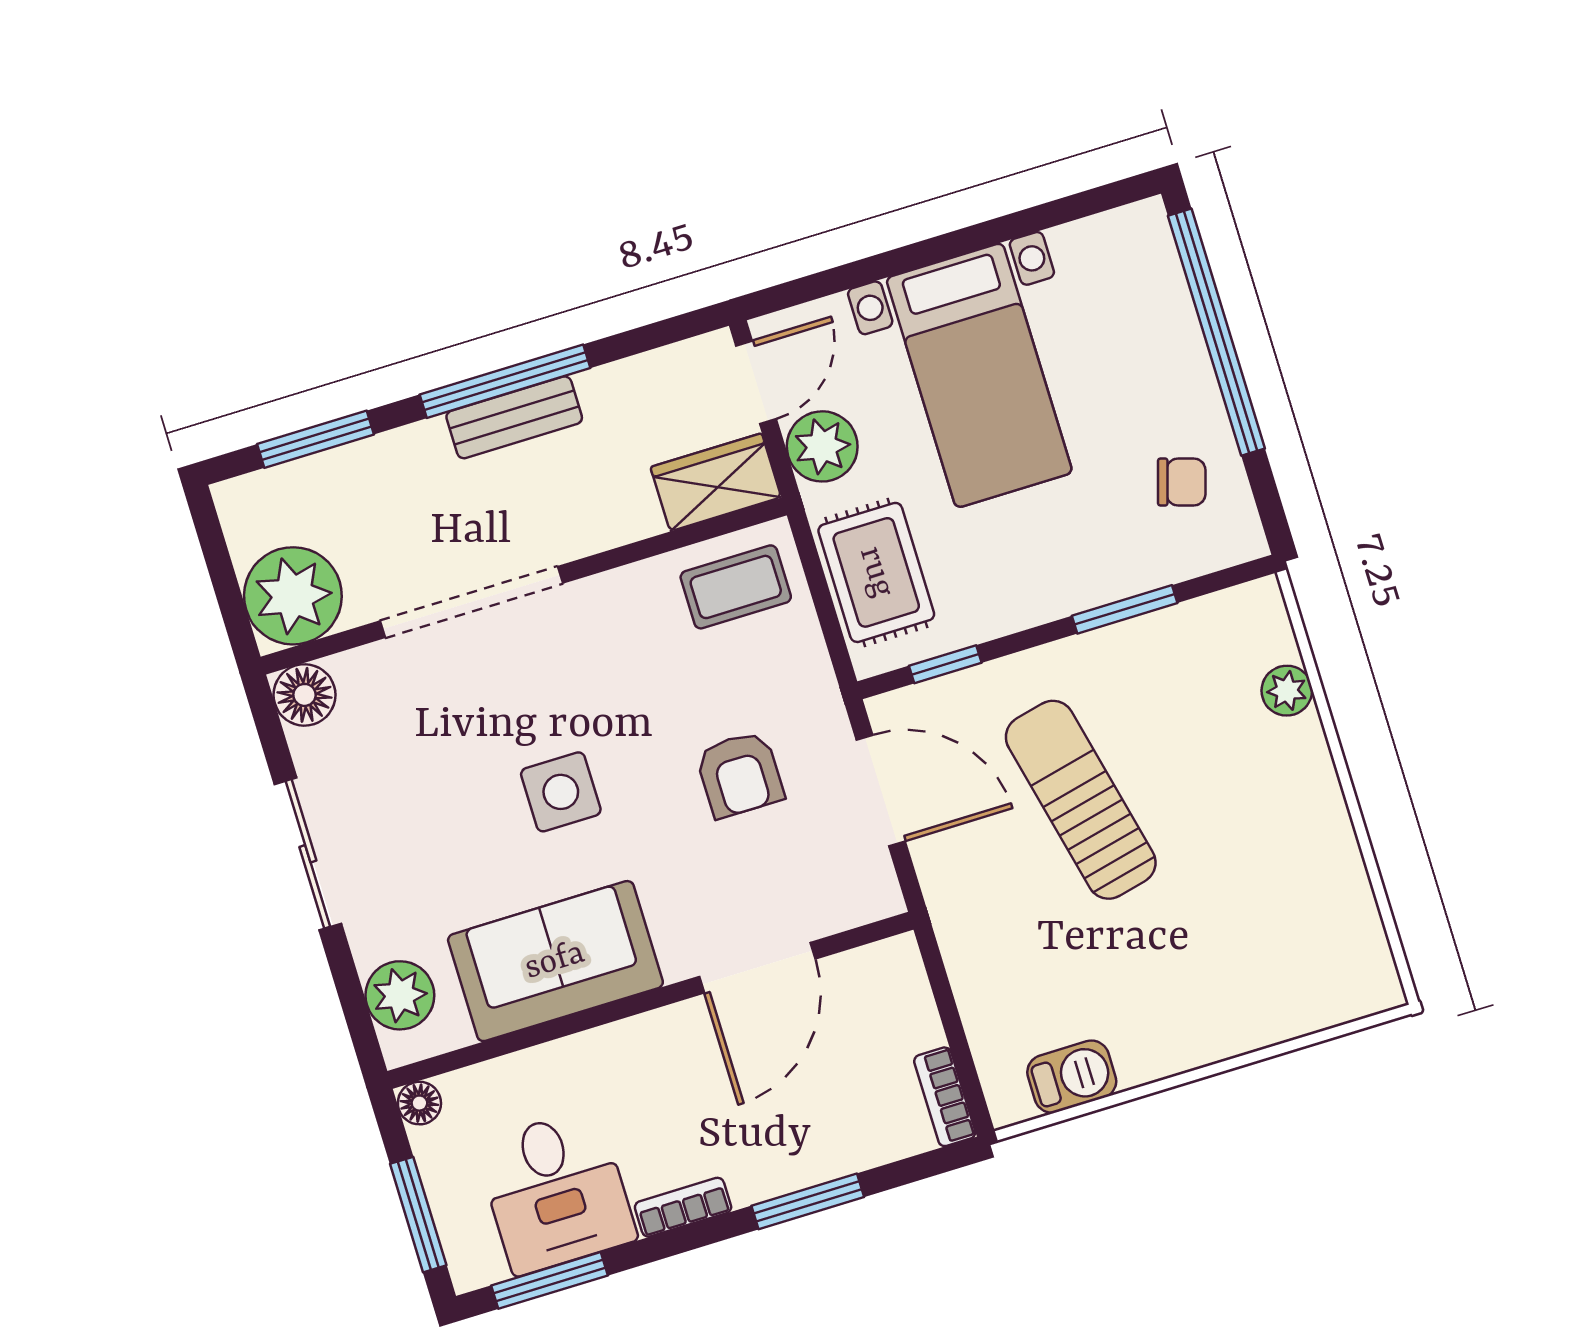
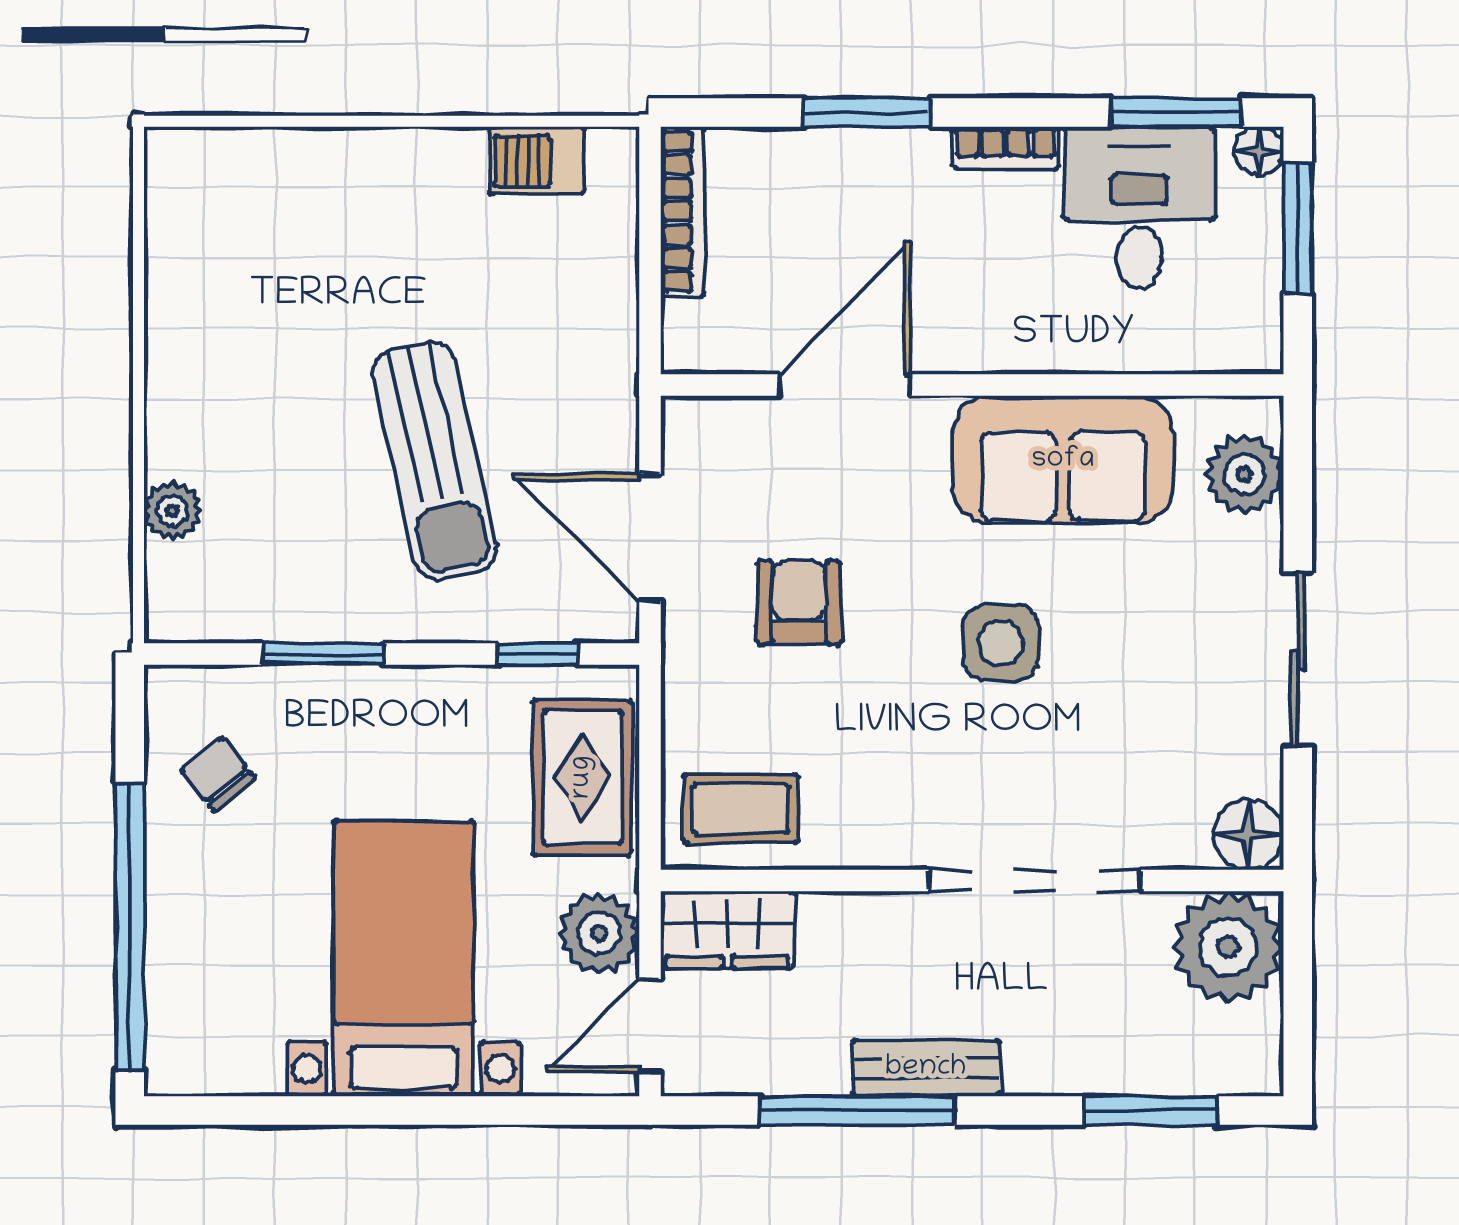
window: (505, 381) -> (857, 1111), moved
chair: (1182, 482) -> (218, 774), turned 34
bookcase: (945, 1097) -> (682, 212), width x1.56
floor lamp: (419, 1103) -> (1259, 151), moved

